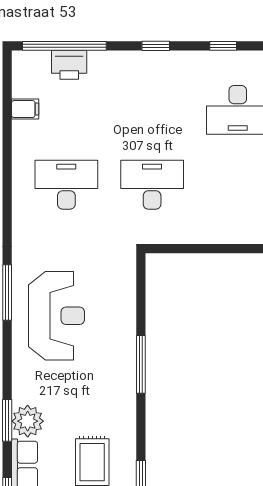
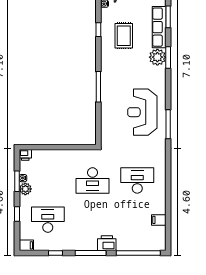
window: (156, 46) -> (91, 253), width x2.17
printer: (69, 65) -> (107, 243), moved
desk: (66, 185) -> (137, 180), turned 180

